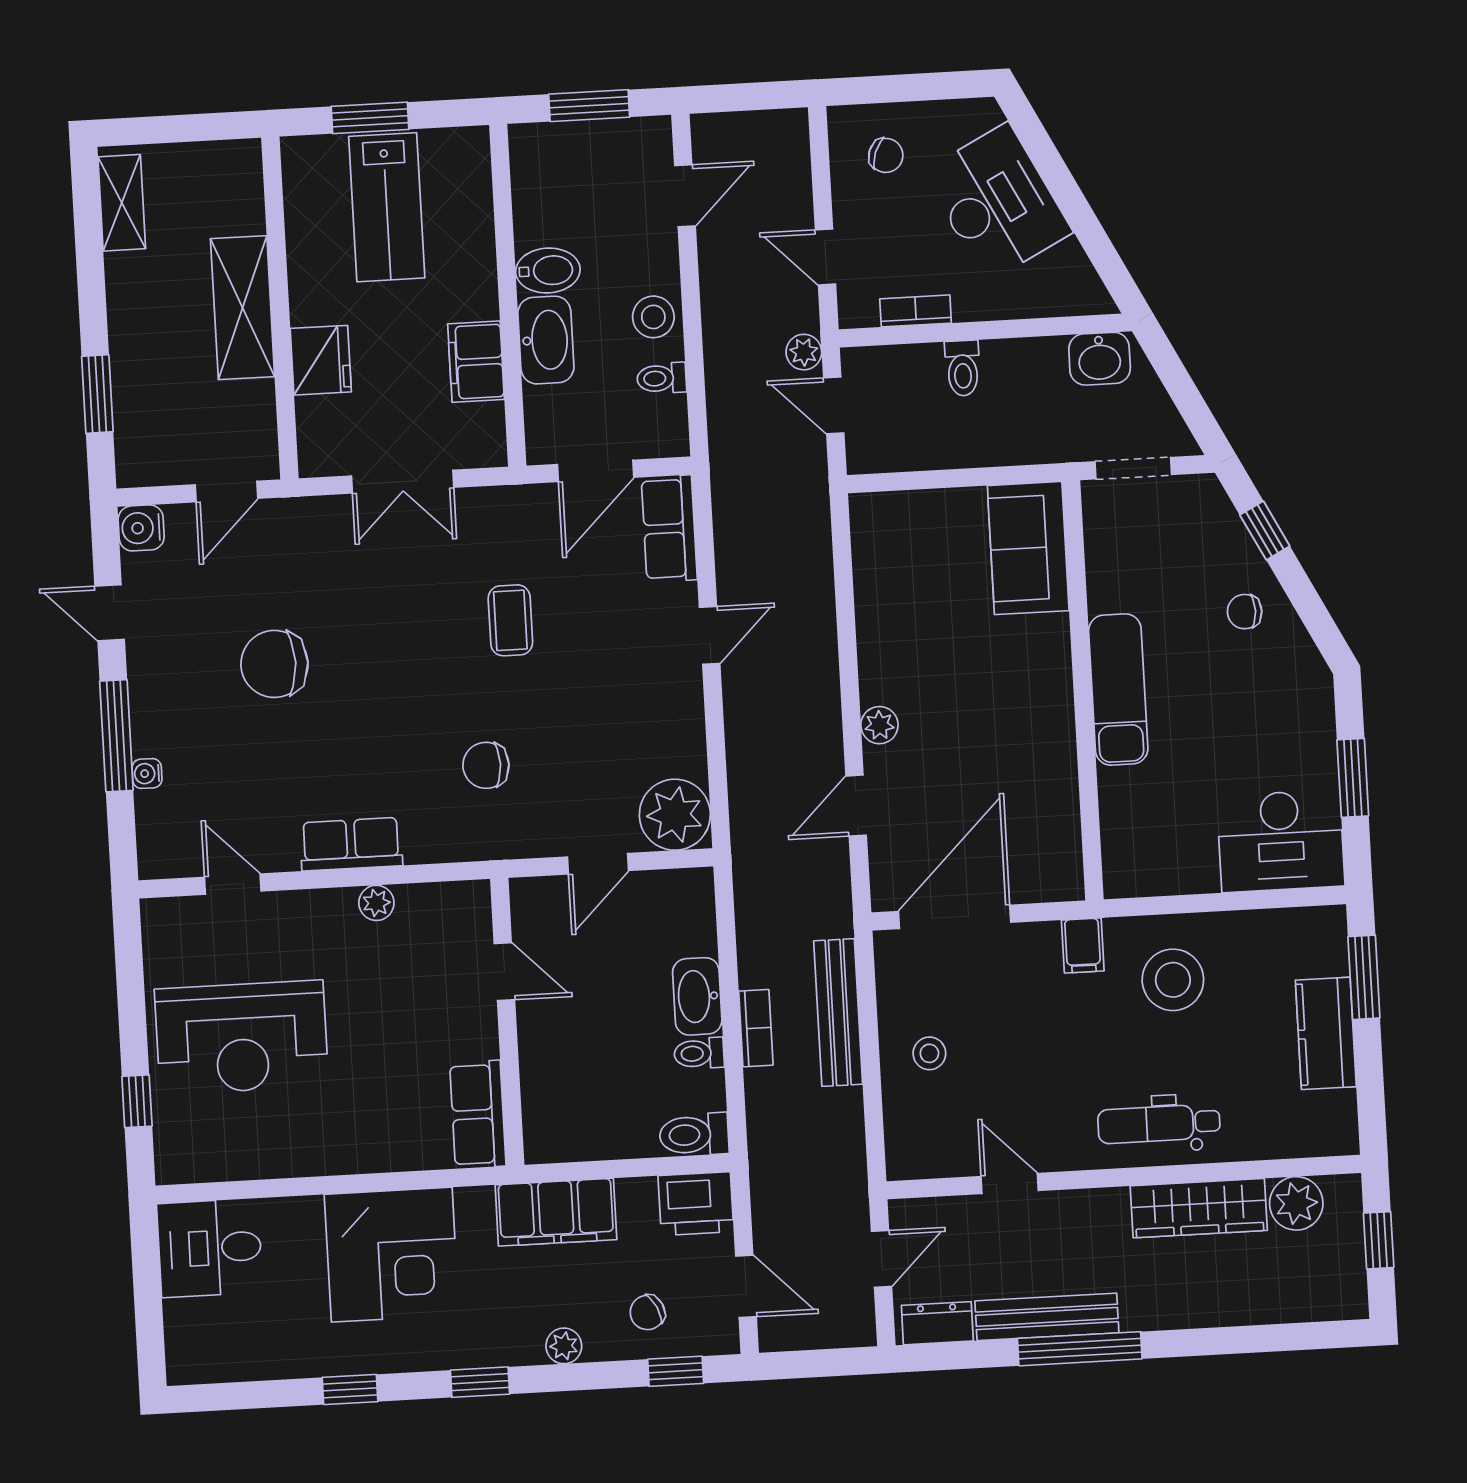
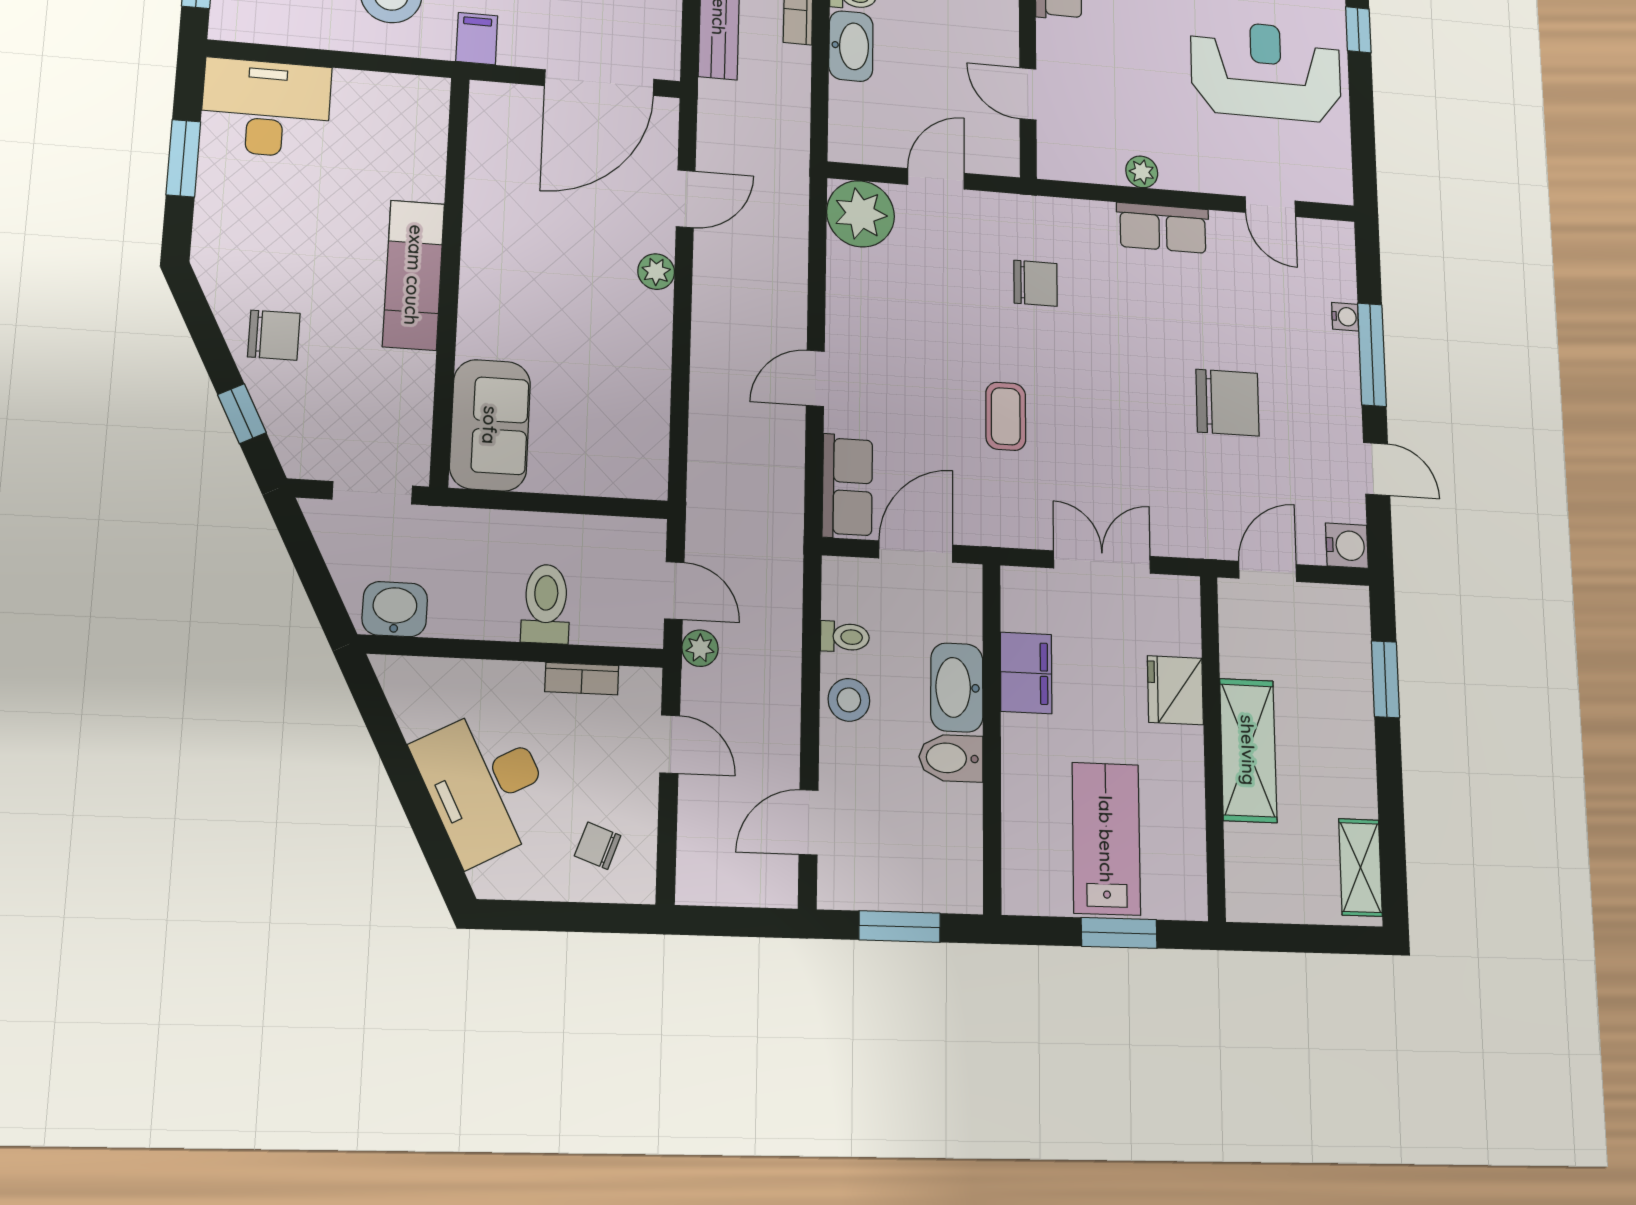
toilet: (963, 368) -> (546, 604), width x1.37, depth x1.39
chair: (1245, 612) -> (274, 335), width x1.37, depth x1.37

